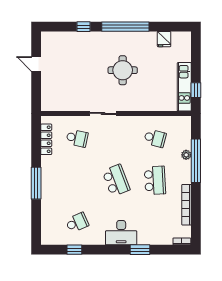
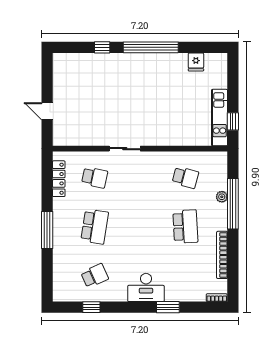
door: (36, 64) -> (47, 111), moved
round table: (123, 70) -> (148, 98), removed
school desk: (116, 180) -> (95, 227), moved, turned 30

